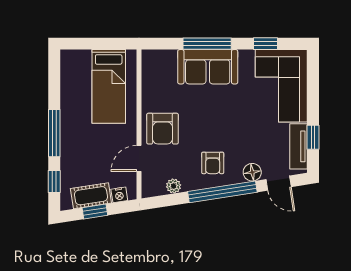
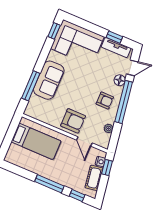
window: (207, 44) -> (31, 86), moved
window: (265, 44) -> (54, 31), moved
window: (95, 212) -> (107, 168), moved

